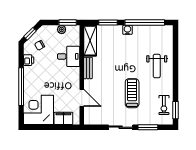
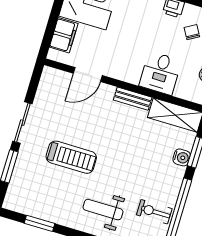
water cooler: (127, 30) -> (182, 157), moved
exercise bike: (164, 105) -> (154, 212), moved
window: (176, 110) -> (39, 223), moved

